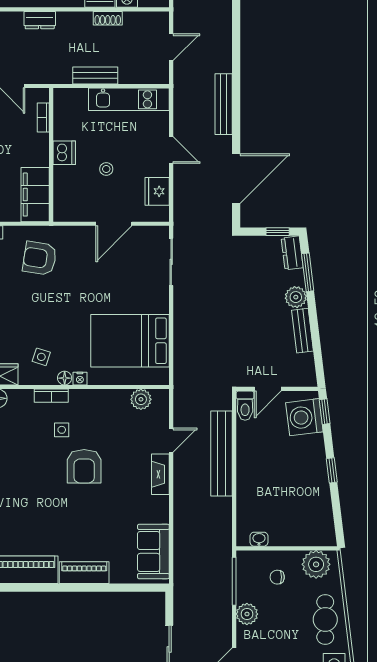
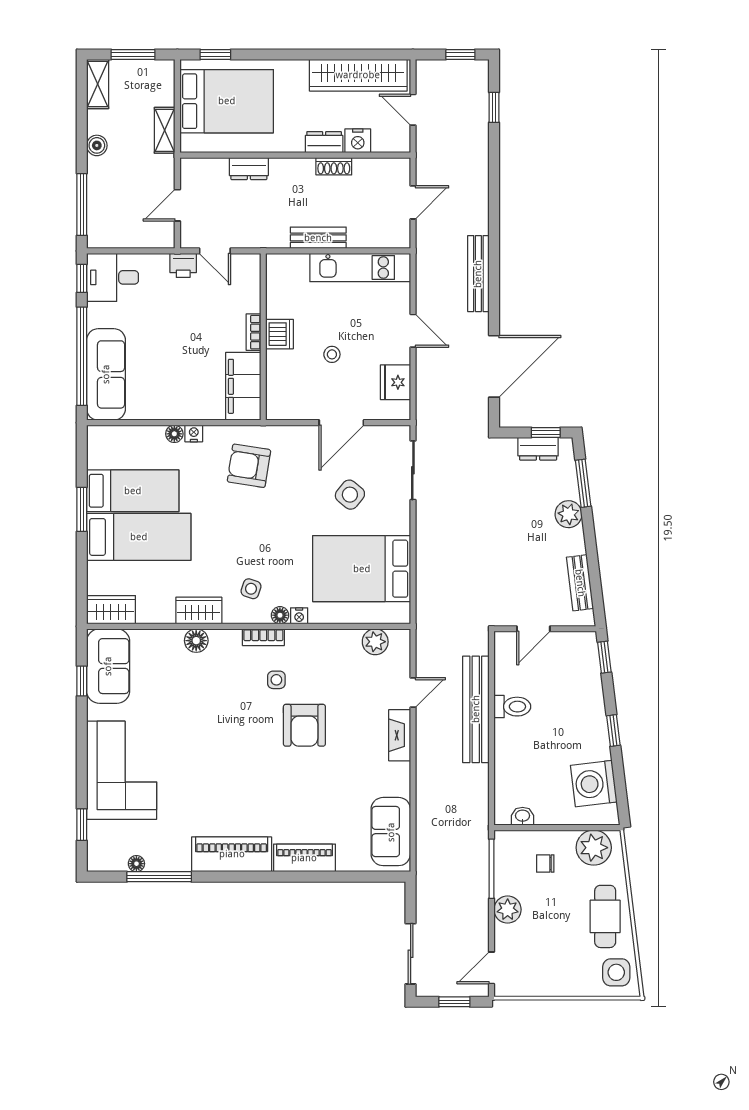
bookcase: (43, 118) -> (254, 332), moved
dresser: (292, 253) -> (538, 449), moved, turned -83
side table: (121, 281) -> (350, 495), added
bench: (302, 331) -> (580, 583), moved
toilet: (245, 406) -> (512, 707), moved, turned -90
washing machine: (304, 417) -> (594, 784), moved

